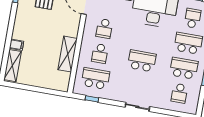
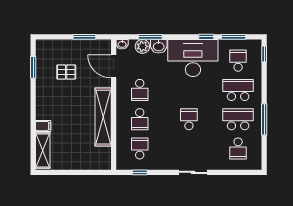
shelving: (68, 54) -> (103, 117), width x1.47
school desk: (142, 61) -> (189, 119), width x0.54
school desk: (95, 78) -> (140, 148), width x0.54

